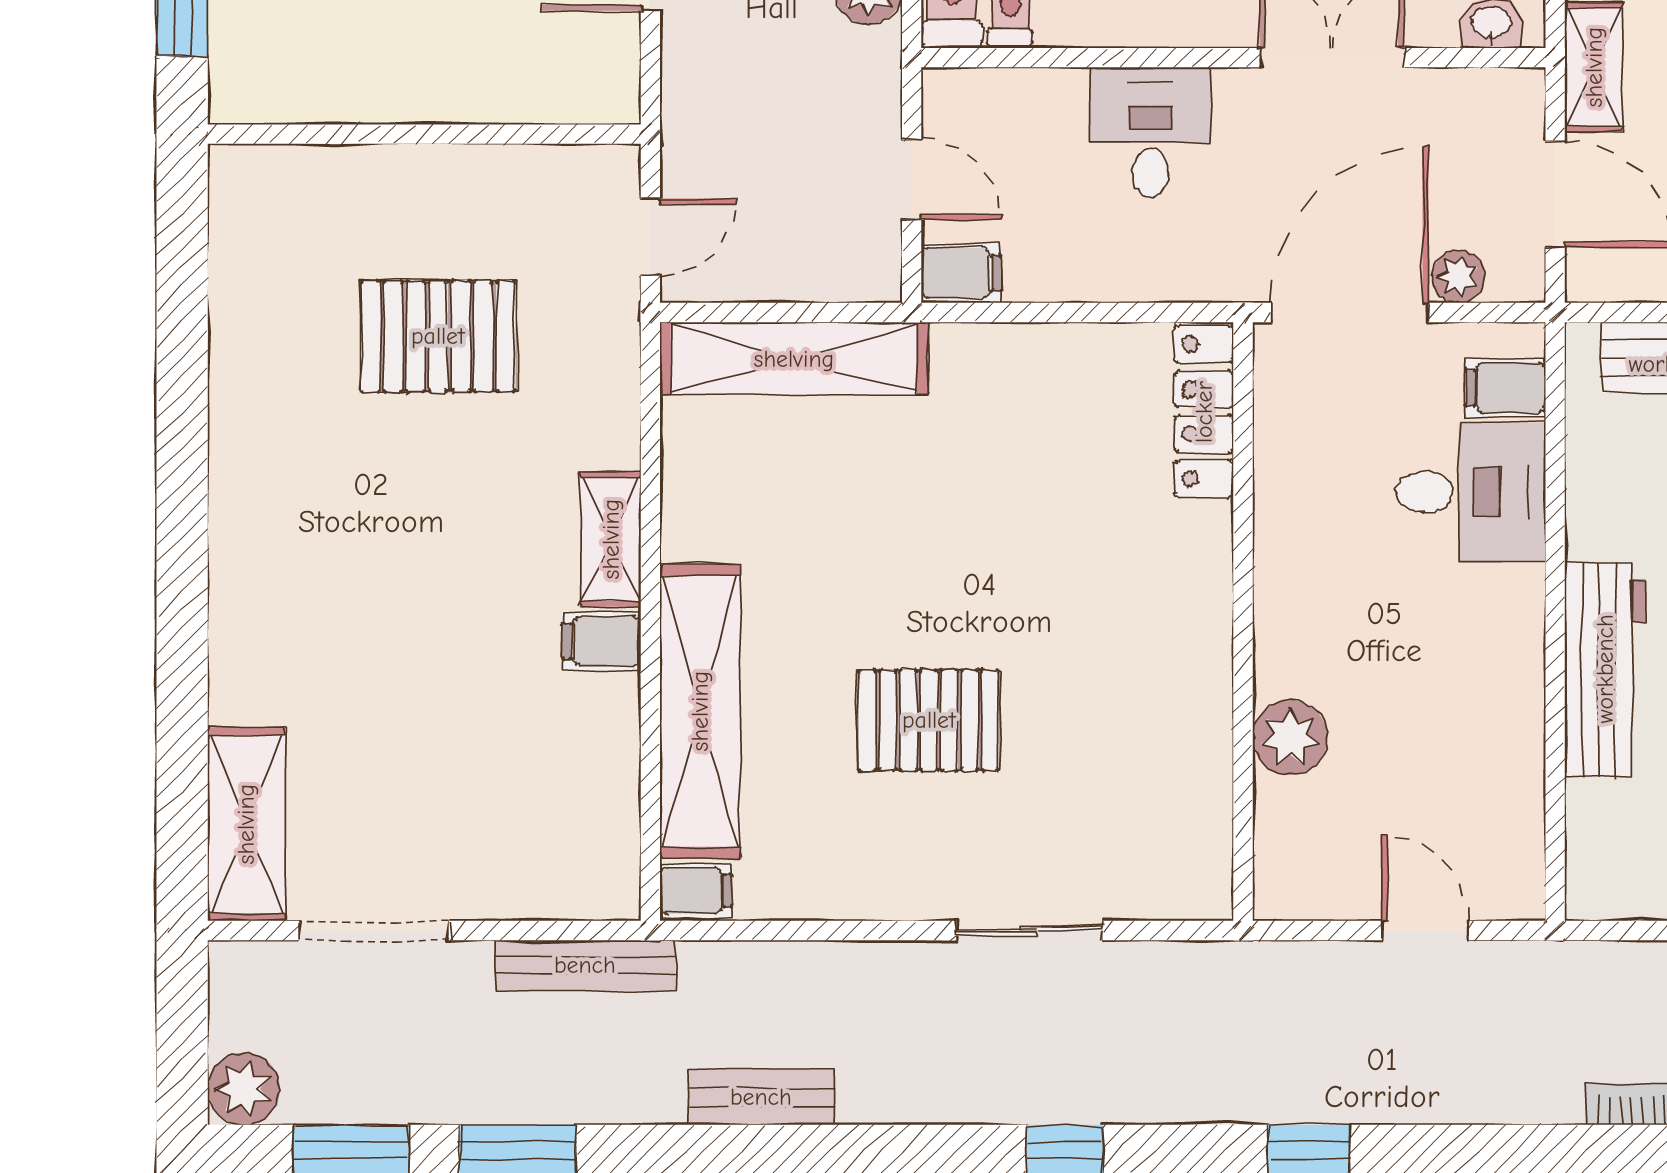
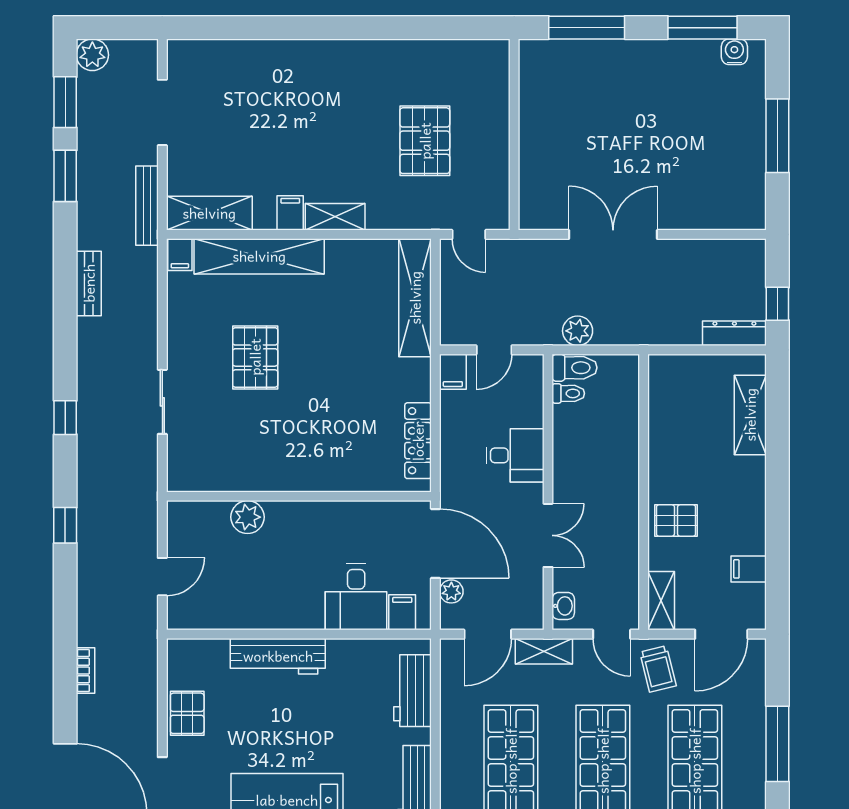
locker: (1204, 412) -> (418, 441), moved, turned -90
shelving: (246, 824) -> (209, 213), moved

